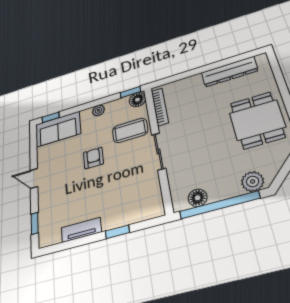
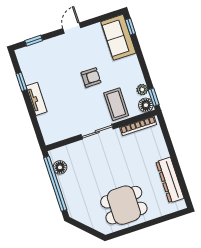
plant: (98, 110) -> (142, 90), moved
plant: (253, 181) -> (74, 205), removed
tv unit: (81, 230) -> (37, 99), moved
window: (117, 232) -> (21, 82), moved

